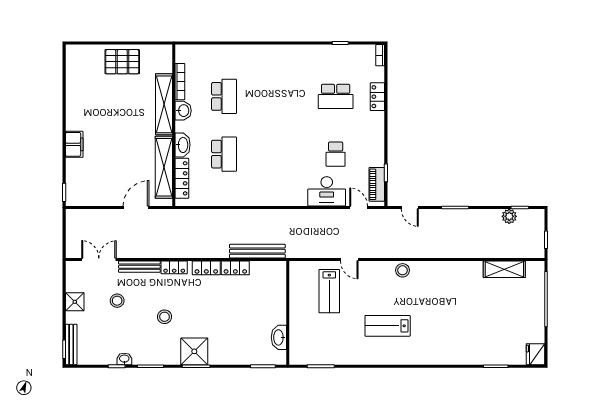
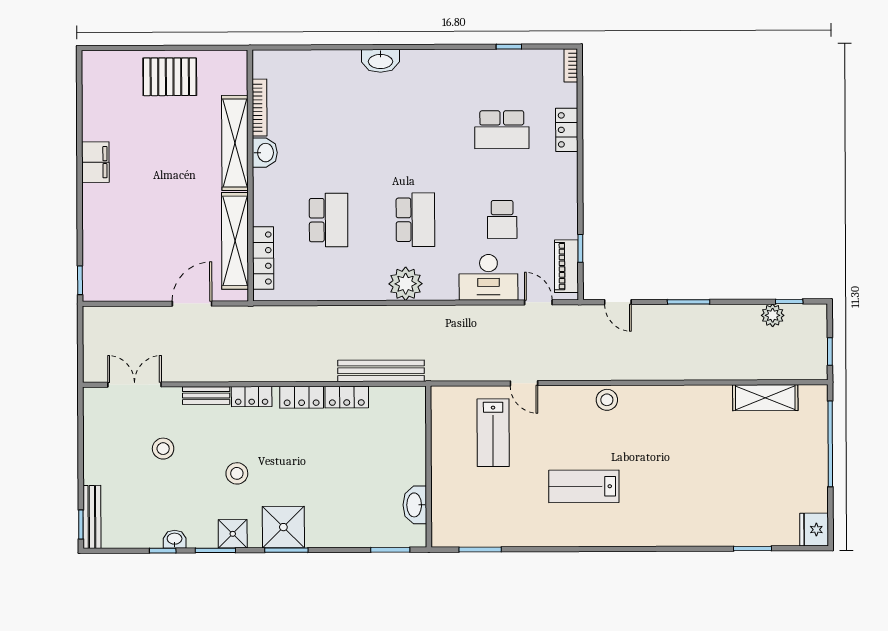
school desk: (224, 96) -> (415, 220), moved
filing cabinet: (74, 144) -> (95, 162), moved
washbasin: (183, 145) -> (380, 61), moved, turned 90
plant: (273, 195) -> (406, 284), added
bench: (139, 267) -> (206, 396), width x0.73
shower: (75, 302) -> (233, 534), moved

